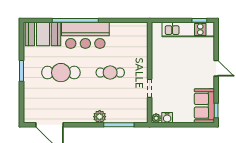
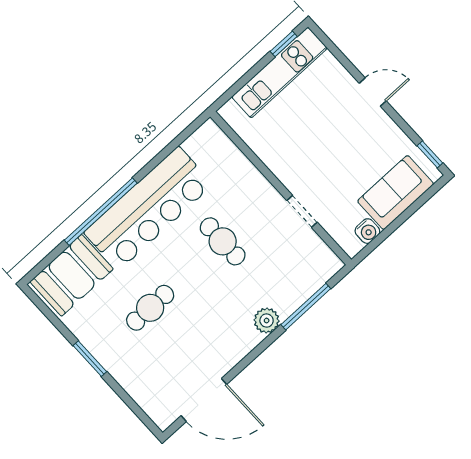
bar counter: (85, 35) -> (149, 208), width x1.36
cafe table: (61, 73) -> (150, 308), width x0.73, depth x0.74
cafe table: (110, 73) -> (223, 241), turned 90
sofa: (204, 106) -> (396, 193), moved, turned 90
plant: (156, 118) -> (352, 247), removed

